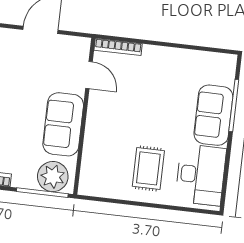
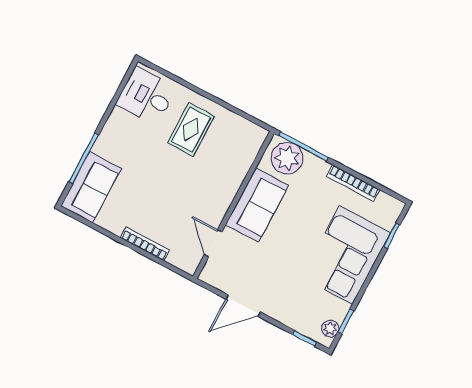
bookcase: (118, 47) -> (145, 244), moved
sofa: (213, 115) -> (91, 187), moved
desk: (201, 175) -> (146, 96), width x0.73

